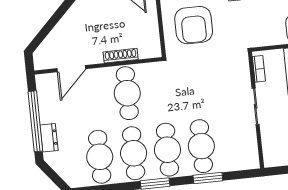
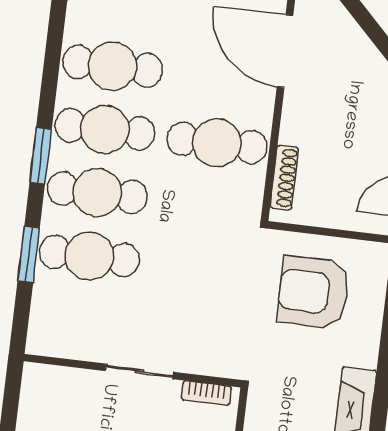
shoe rack: (121, 56) -> (284, 178), moved
door: (71, 69) -> (285, 51), width x1.36

